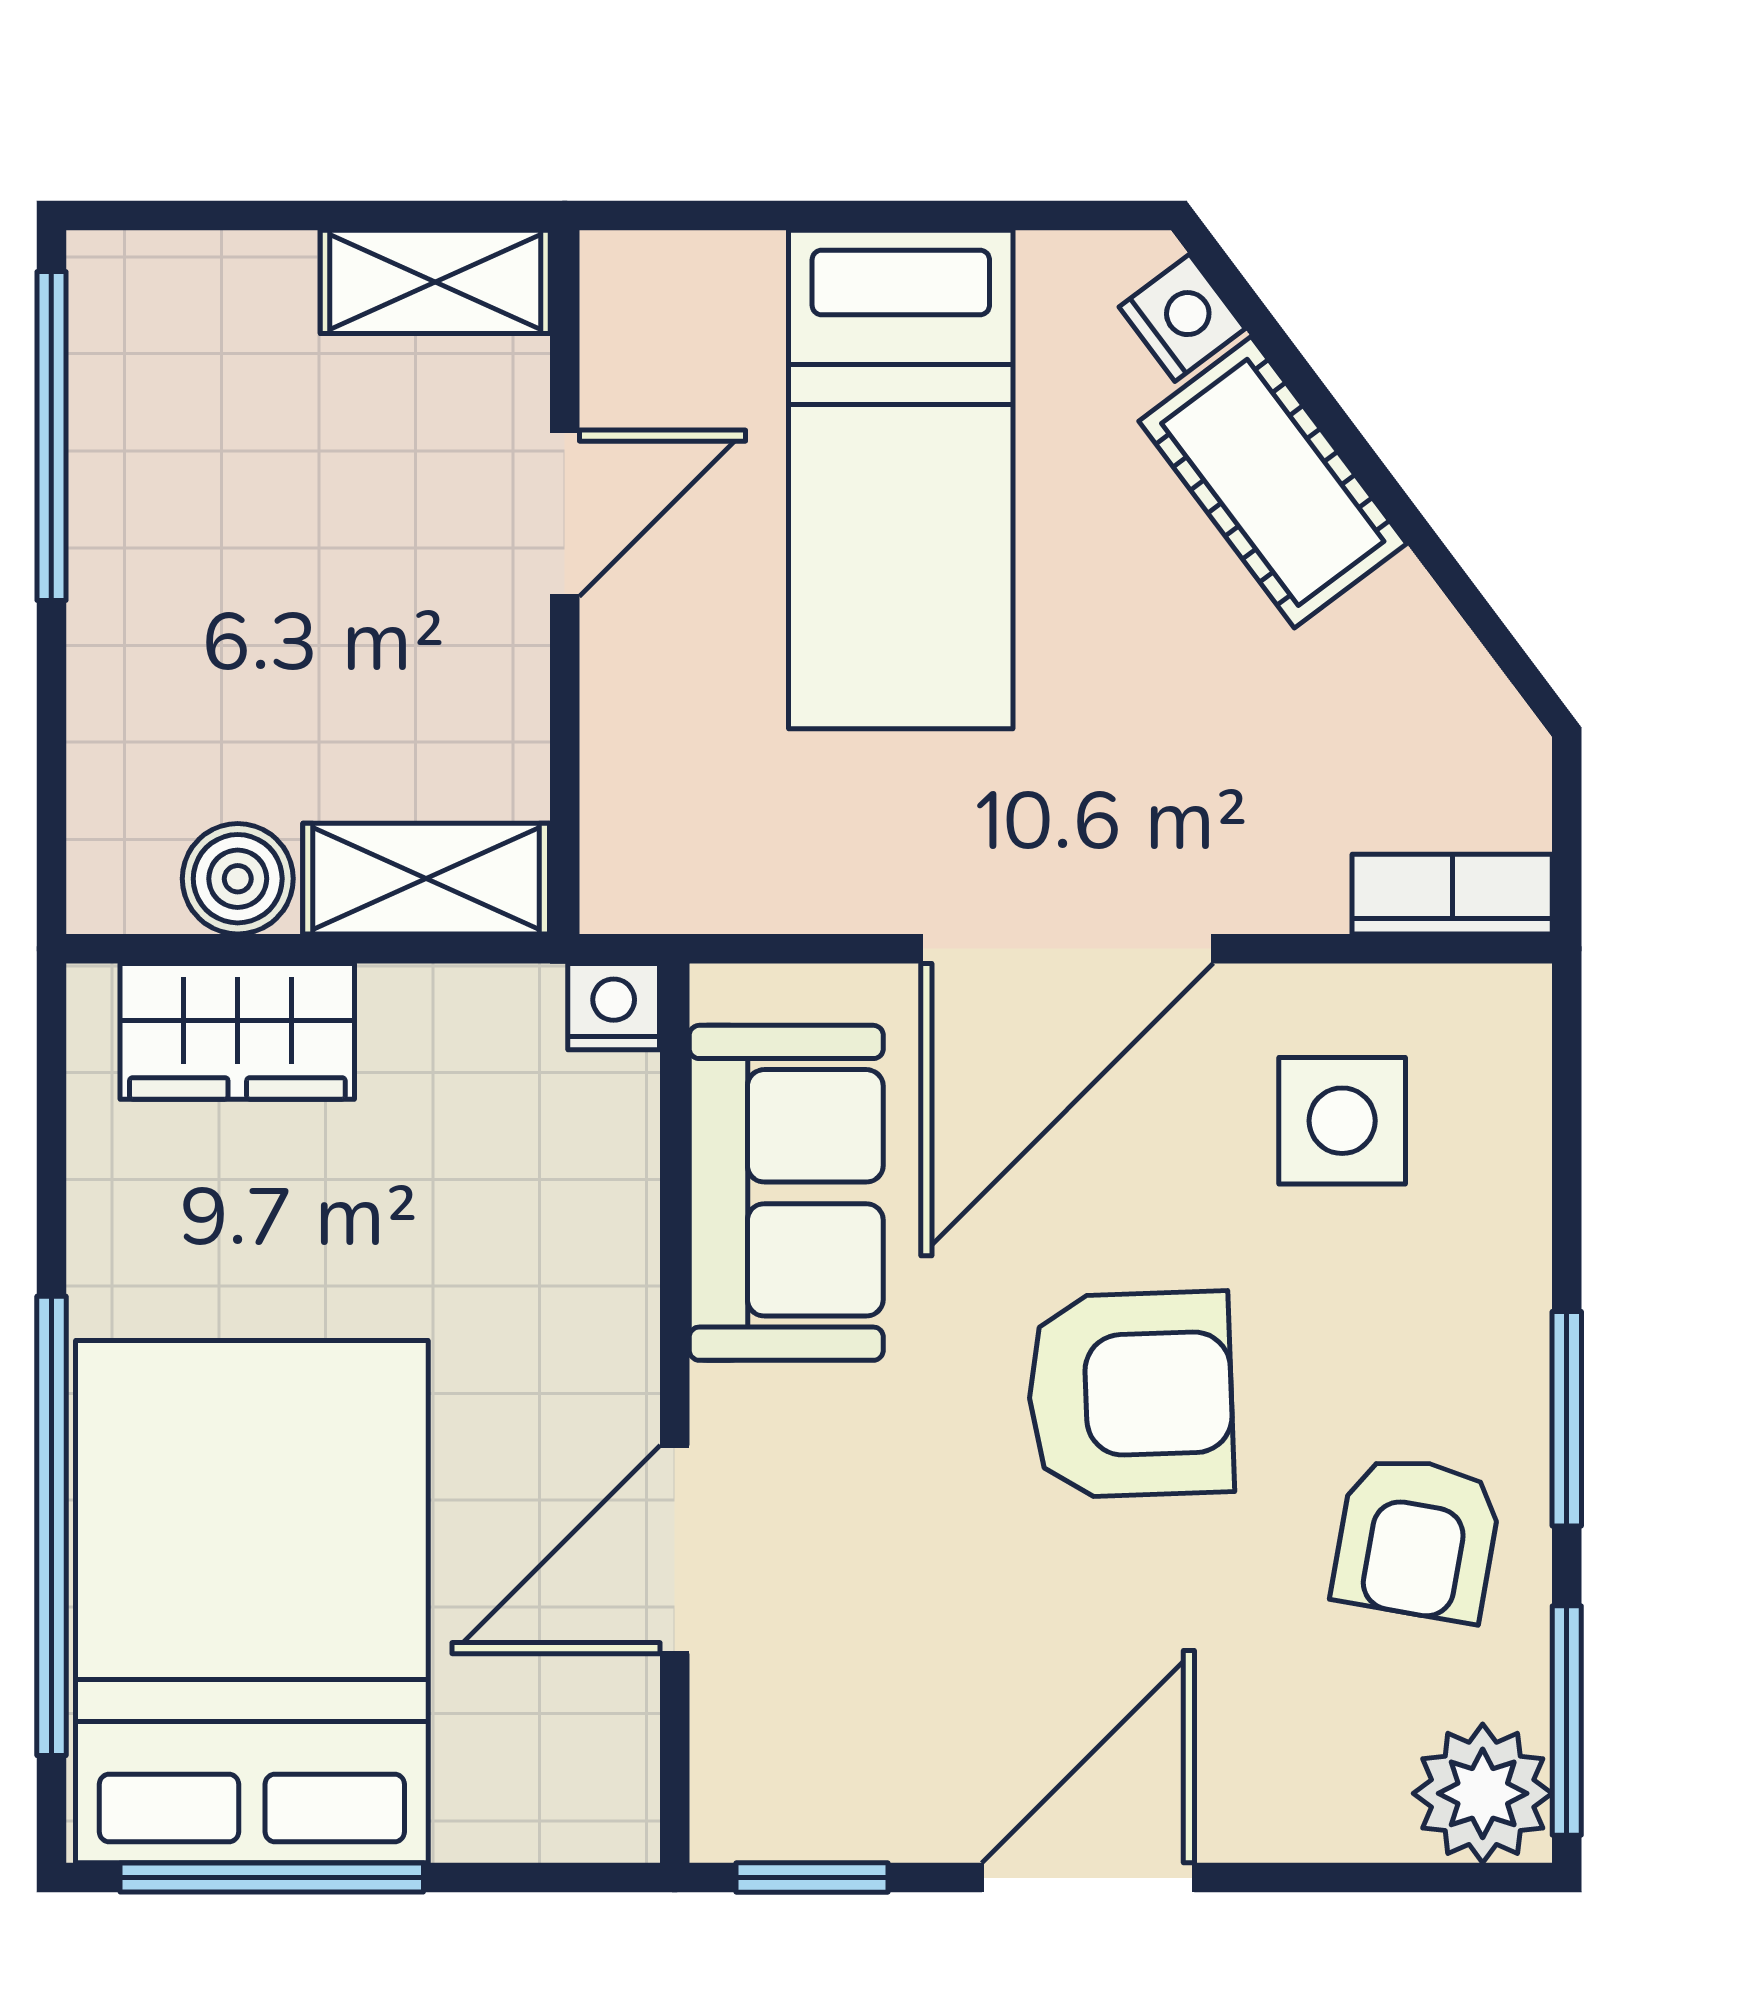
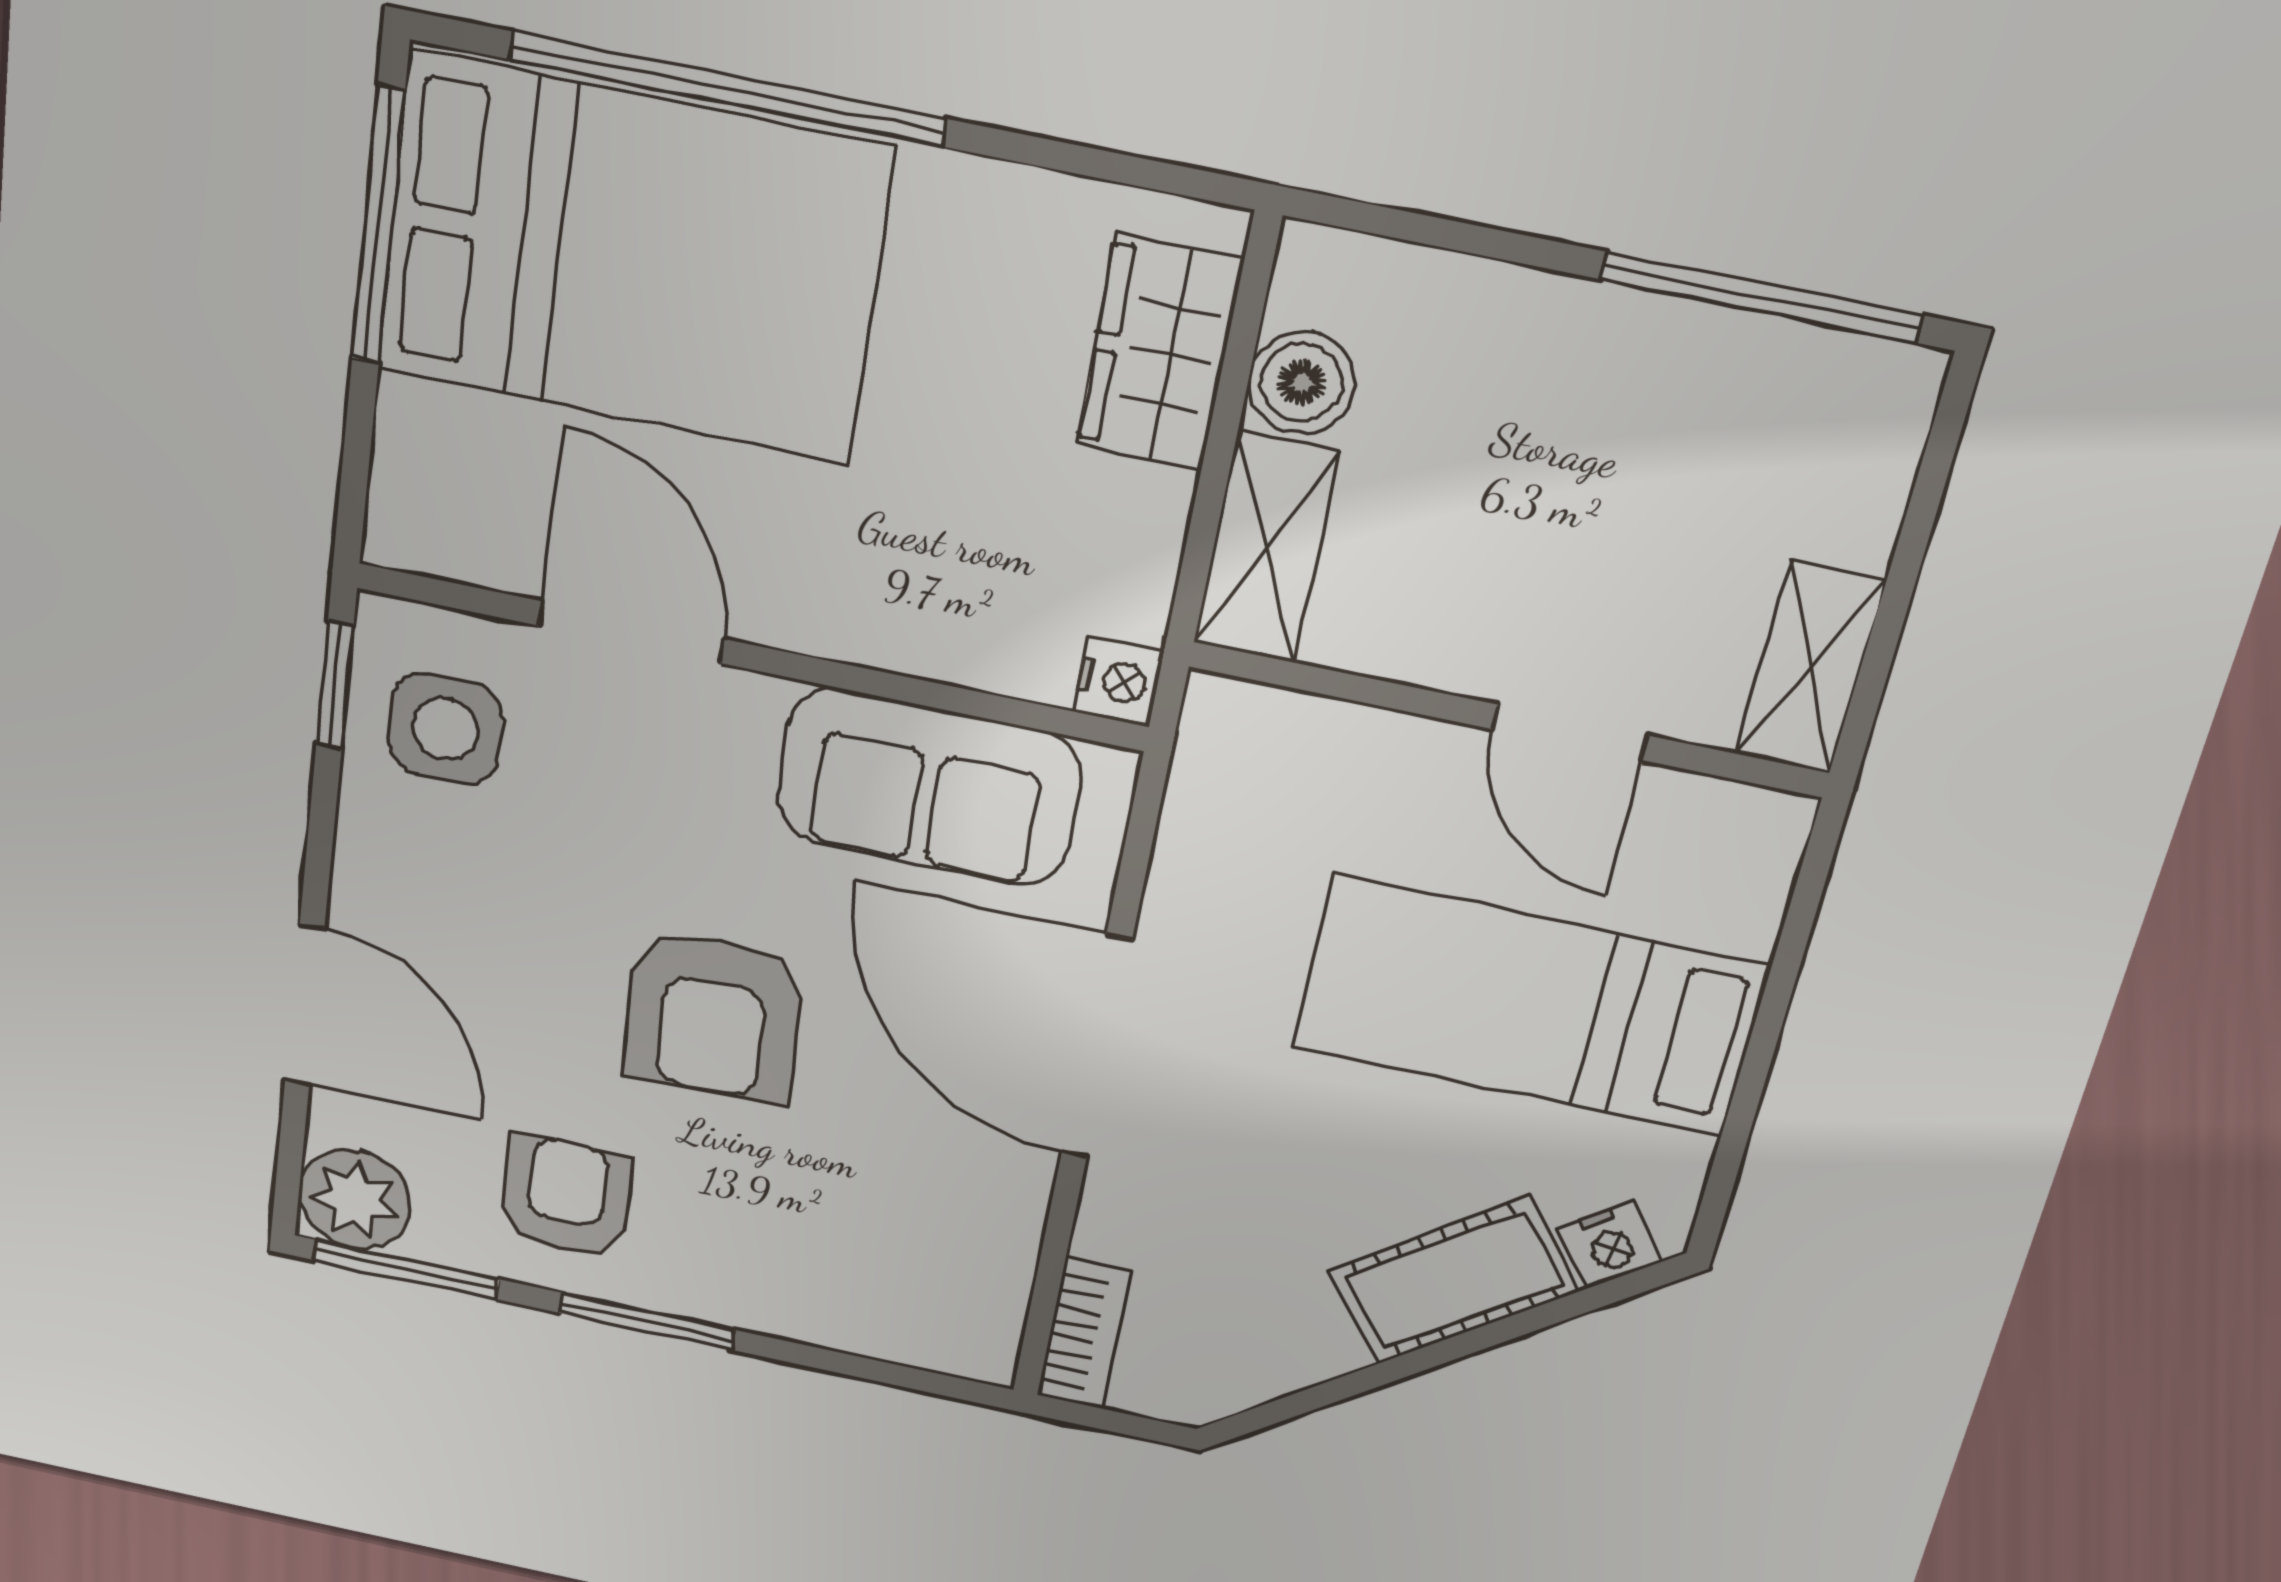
side table: (1342, 1121) -> (445, 729), moved
armchair: (1417, 1538) -> (566, 1197), turned 80
door: (1088, 1878) -> (305, 1005), moved

